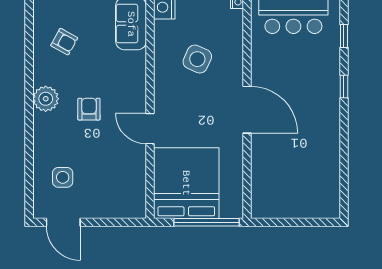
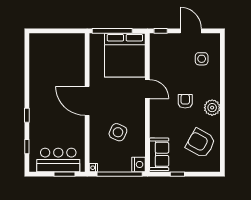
armchair: (64, 42) -> (201, 143), width x1.88, depth x1.88
armchair: (89, 109) -> (185, 101), turned 180
door: (63, 222) -> (191, 31), moved
window: (129, 222) -> (161, 31), added

